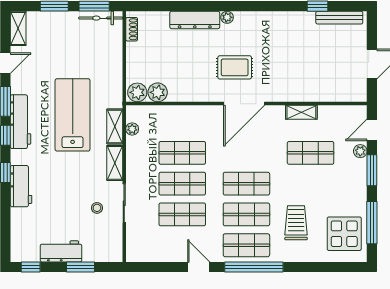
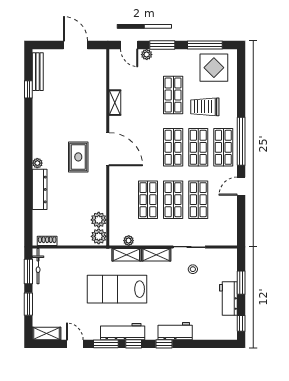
shop shelf: (311, 153) -> (173, 95), moved

